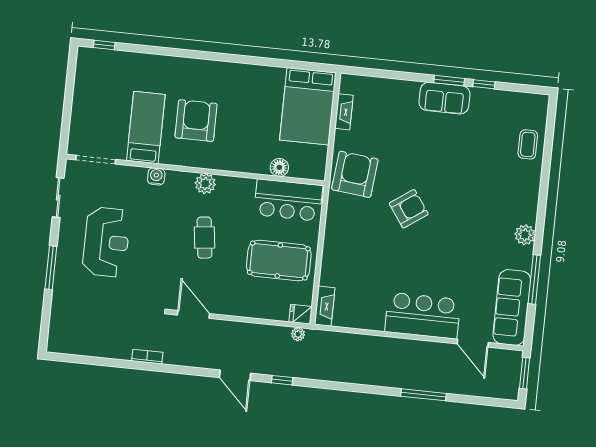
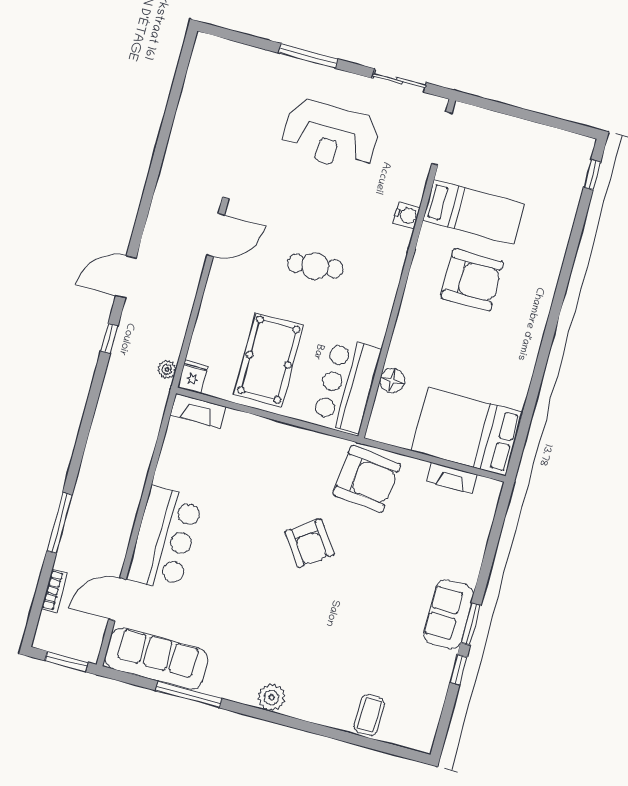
coffee table: (528, 144) -> (369, 715), turned 90
plant: (205, 184) -> (387, 279), removed
plant: (525, 235) -> (271, 698), moved
bookcase: (147, 357) -> (54, 591), moved

